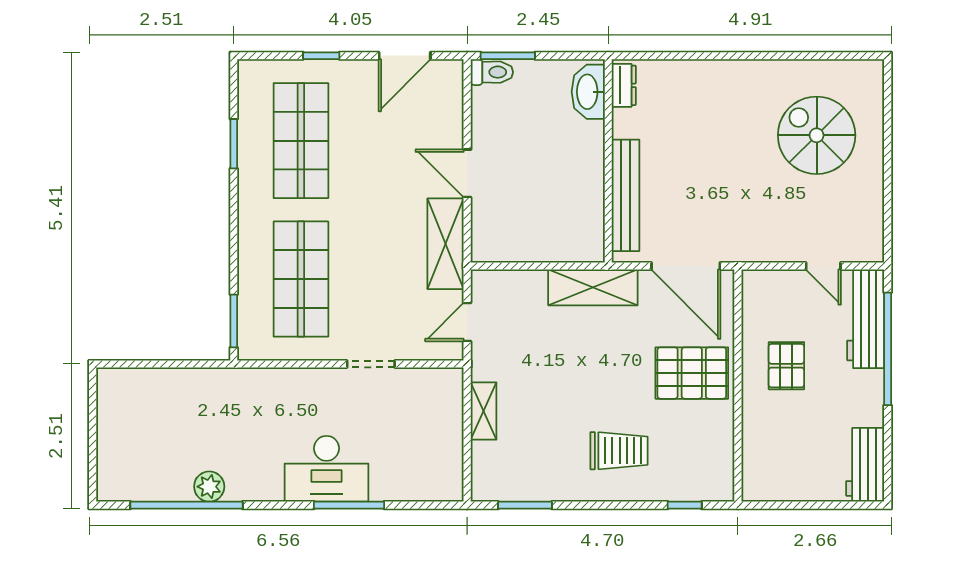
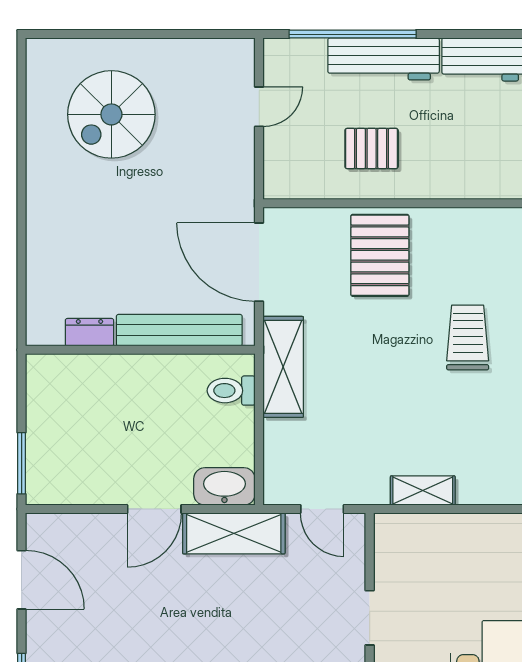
toilet: (492, 72) -> (231, 391), moved, turned -90
dresser: (624, 85) -> (89, 332), moved
washbasin: (588, 92) -> (224, 486), moved, turned 180
door: (686, 266) -> (259, 262), swing flipped
workbench: (866, 319) -> (384, 59), moved

